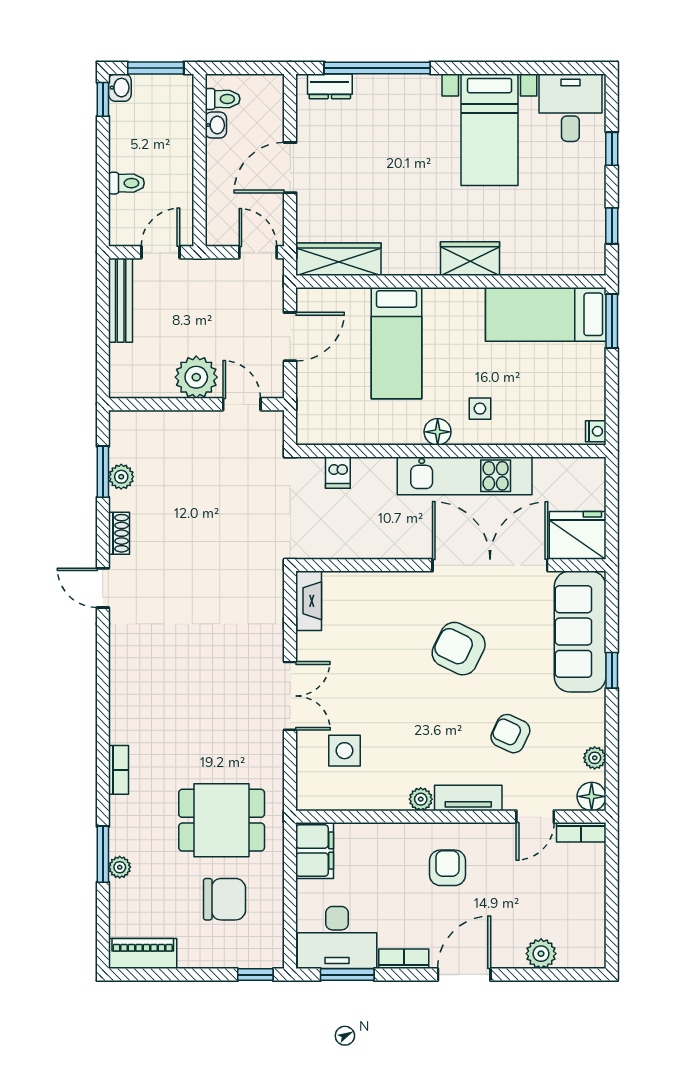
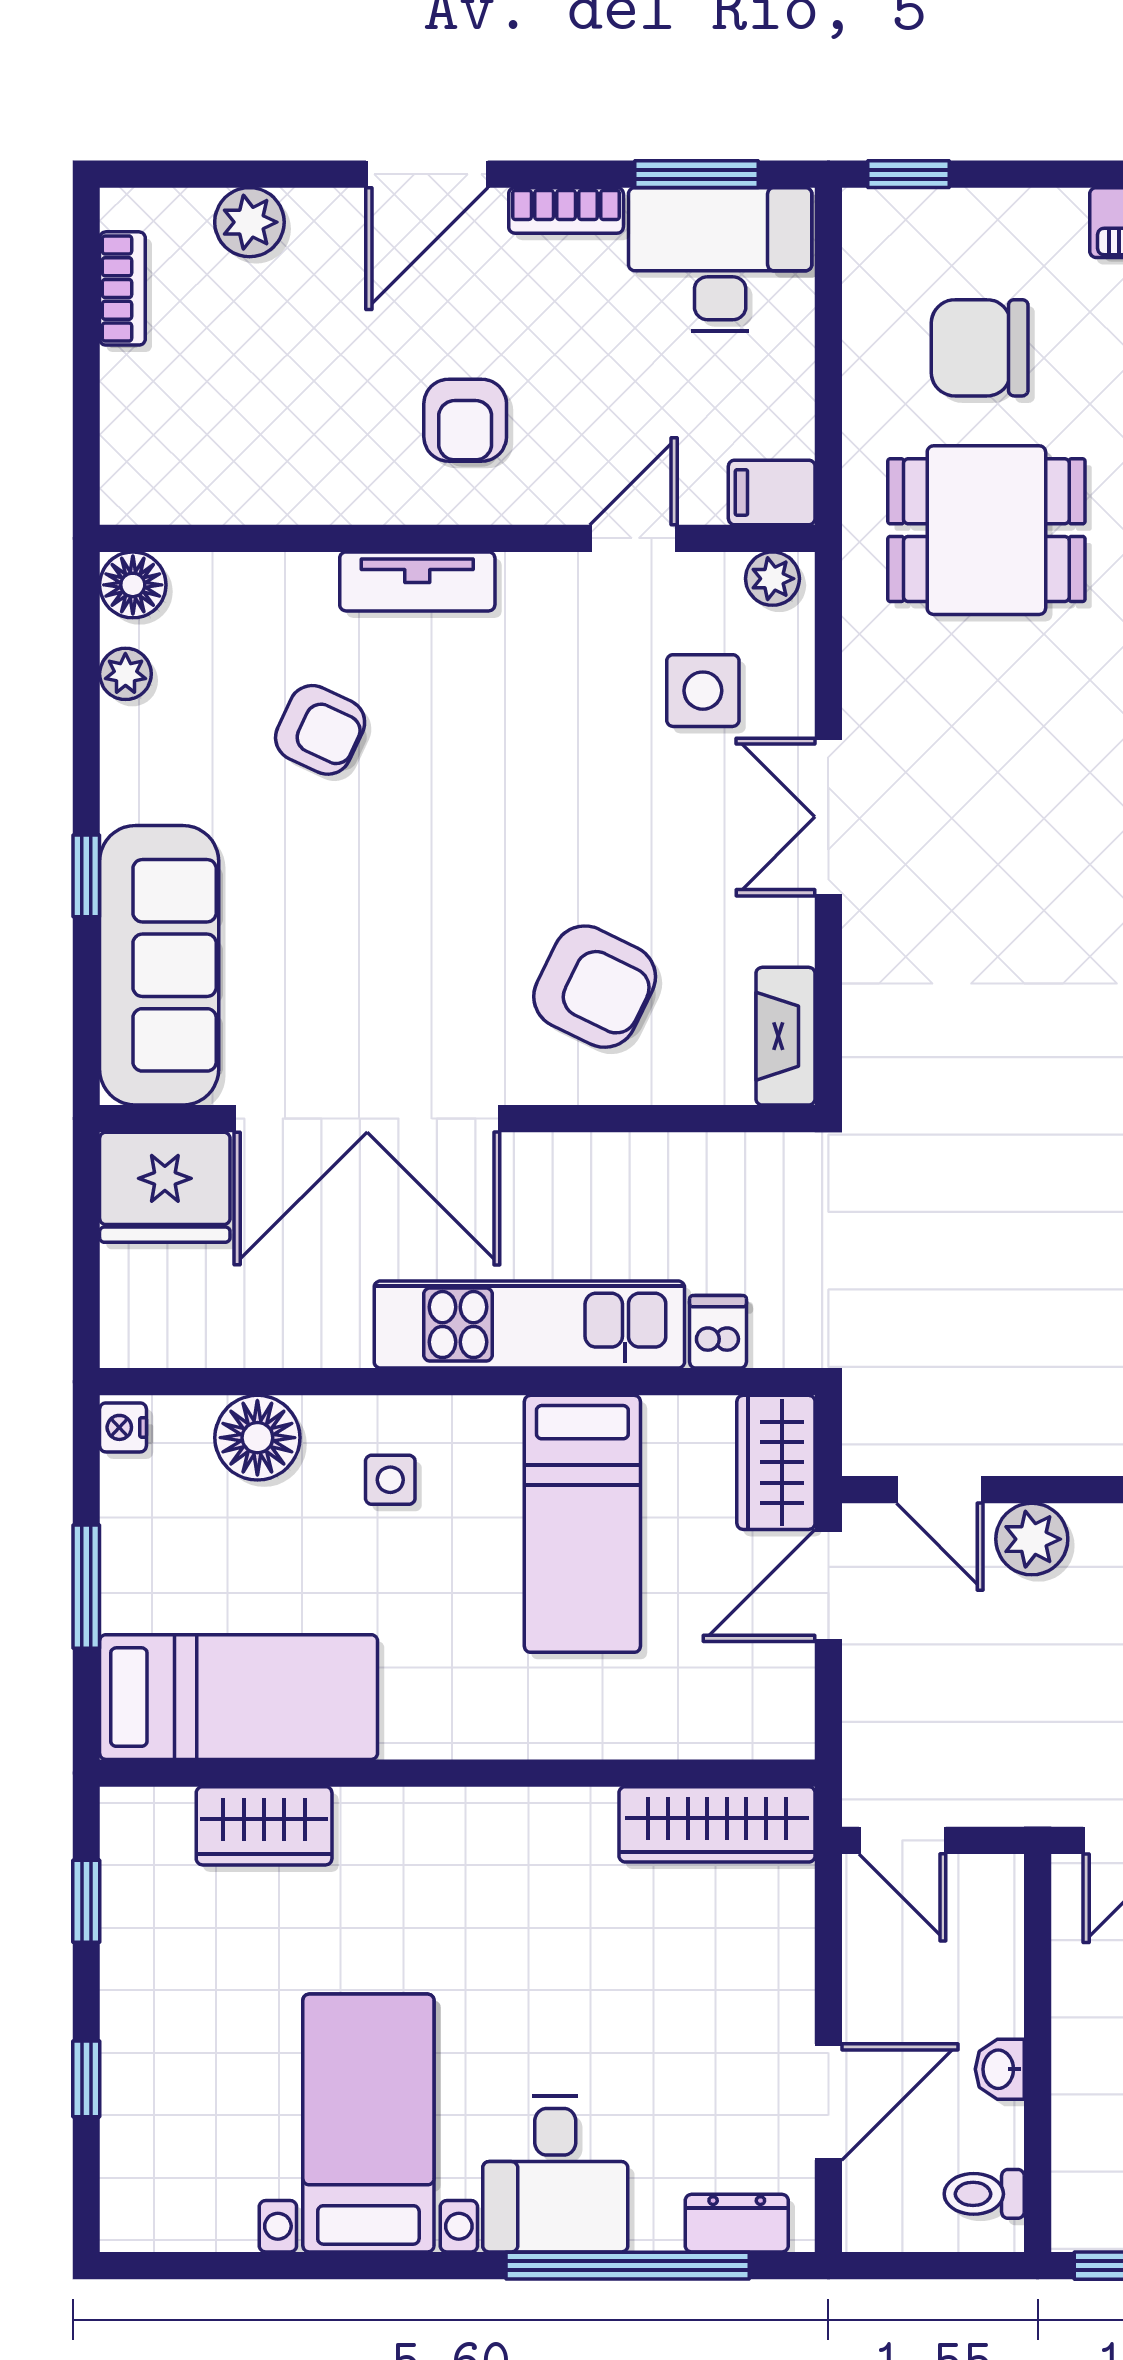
desk: (570, 108) -> (555, 2174), moved
washbasin: (216, 125) -> (1000, 2069), moved
door: (290, 168) -> (828, 2102), moved
wardrobe: (470, 259) -> (264, 1826), moved
window: (612, 321) -> (86, 1587), moved
door: (290, 337) -> (828, 1586), moved
bed: (397, 343) -> (582, 1524), moved, turned 180
plant: (196, 377) -> (1032, 1539), width x0.73, depth x0.73
wardrobe: (313, 416) -> (776, 1462), added
floor lamp: (438, 432) -> (257, 1438), moved, width x1.38, depth x1.38
kitchen unit: (465, 476) -> (529, 1325), moved
armchair: (459, 649) -> (595, 987), moved
plant: (421, 799) -> (772, 579), moved
door: (535, 817) -> (633, 538), moved
bookcase: (581, 832) -> (122, 288), moved, turned 90
filing cabinet: (315, 851) -> (772, 492), width x0.50

